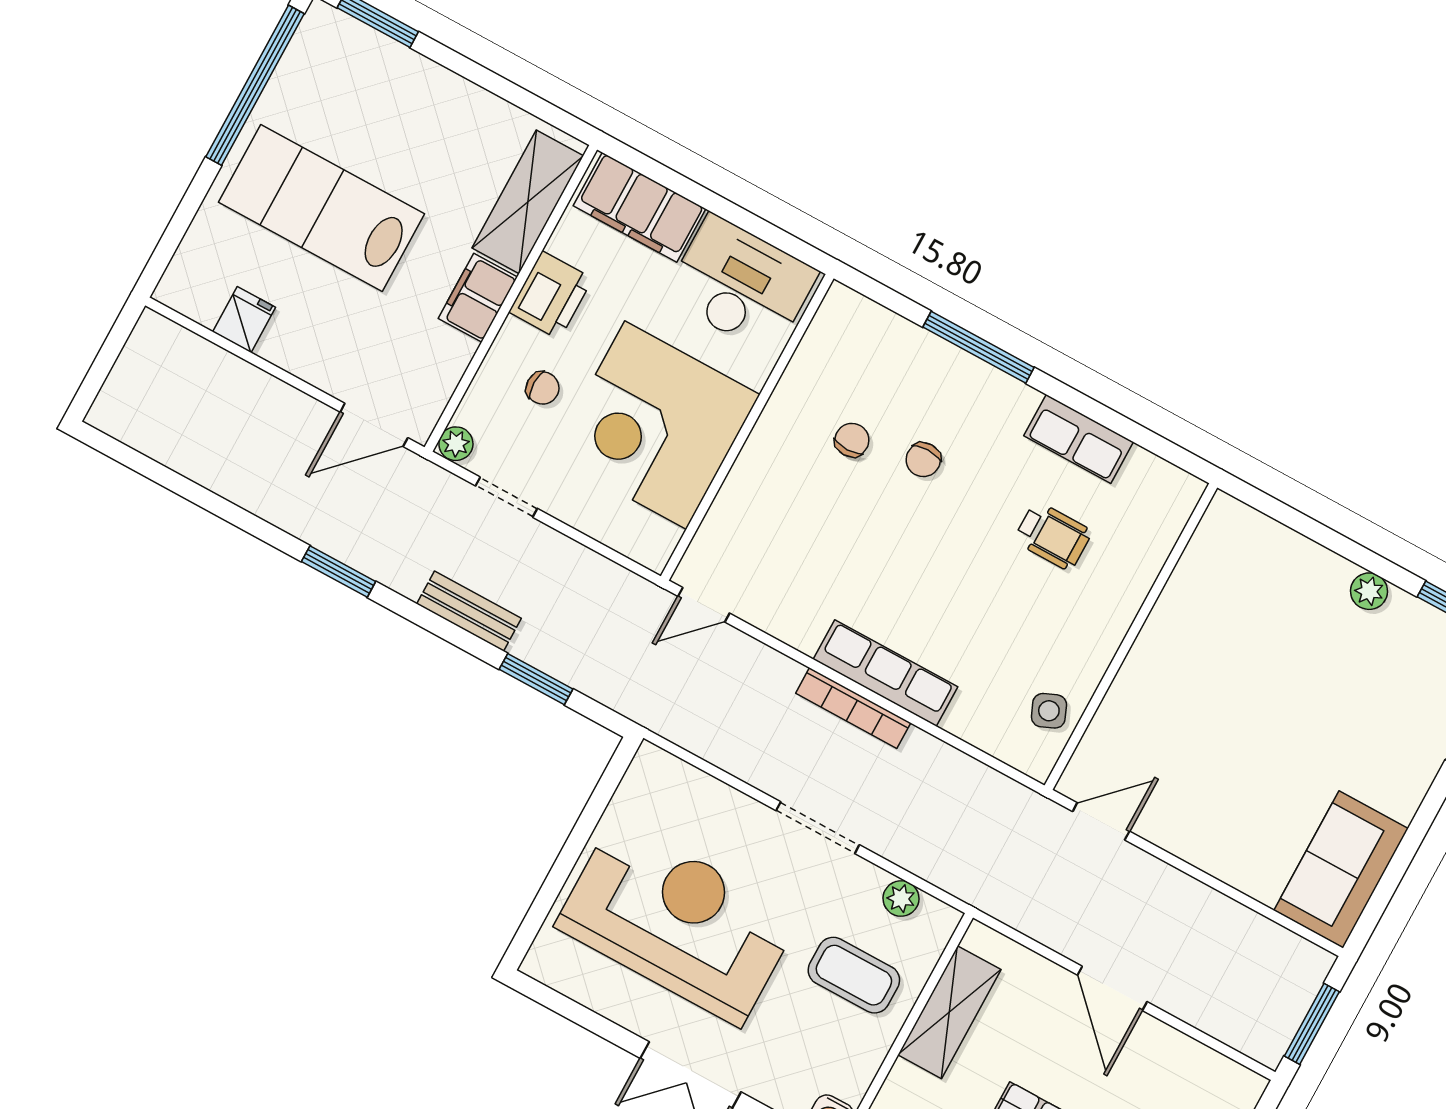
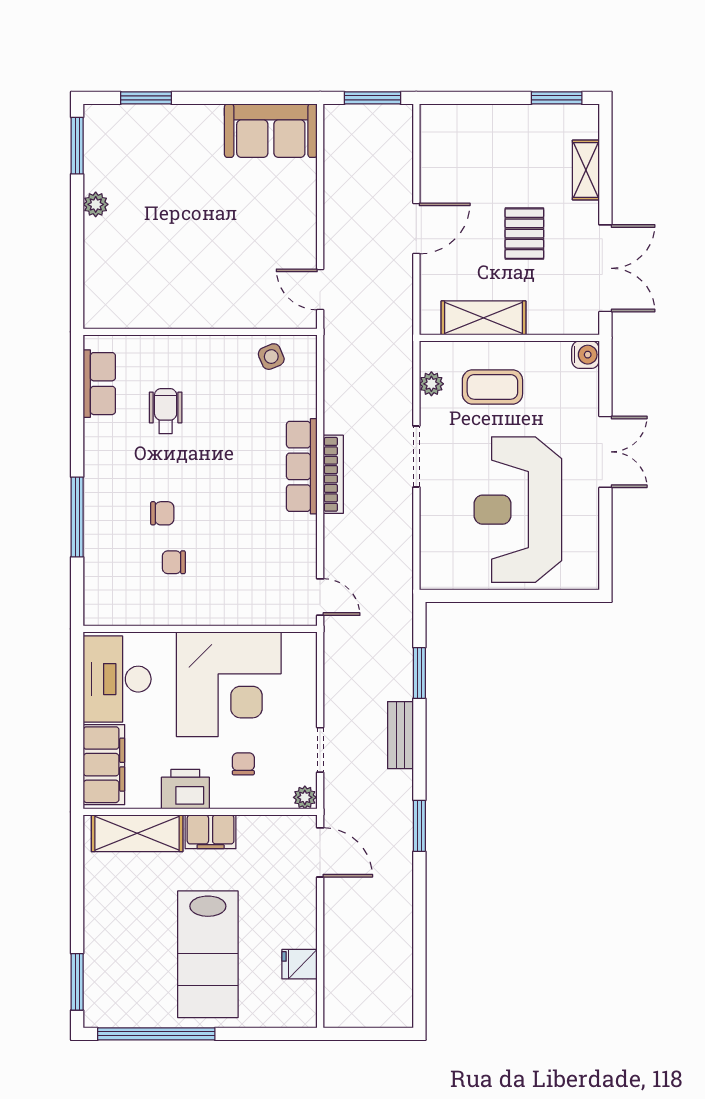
row of seats: (1078, 439) -> (99, 384), moved
coffee table: (854, 975) -> (492, 387), turned 90

